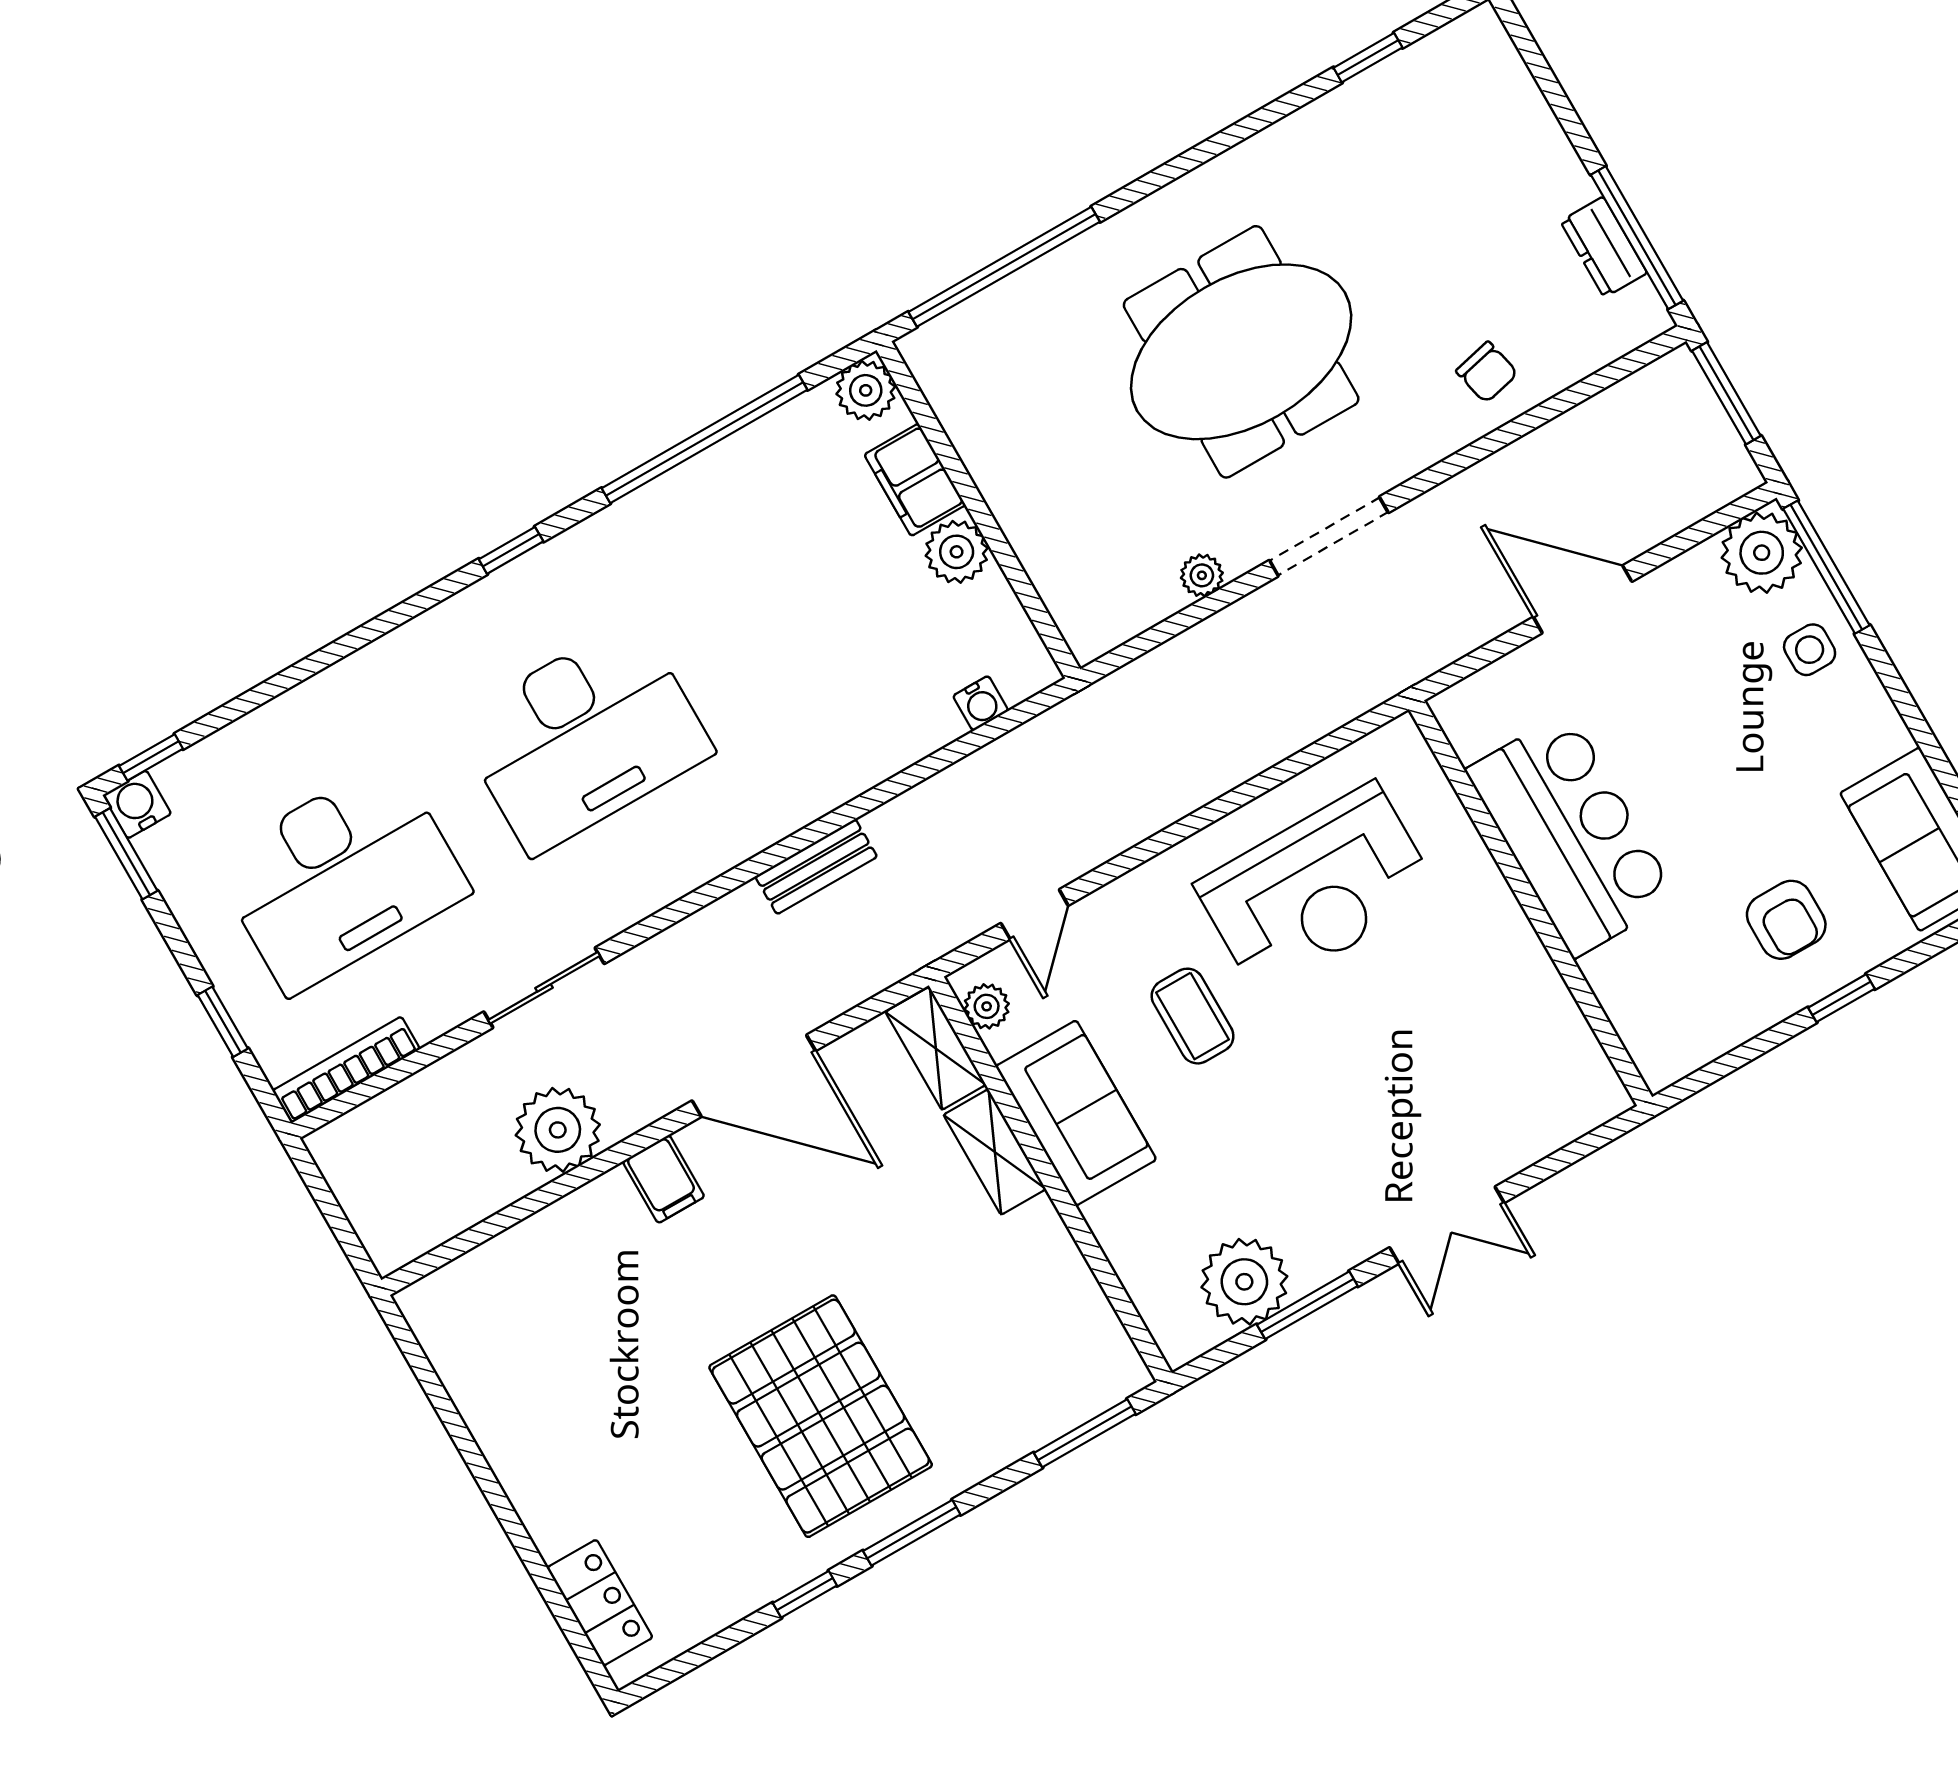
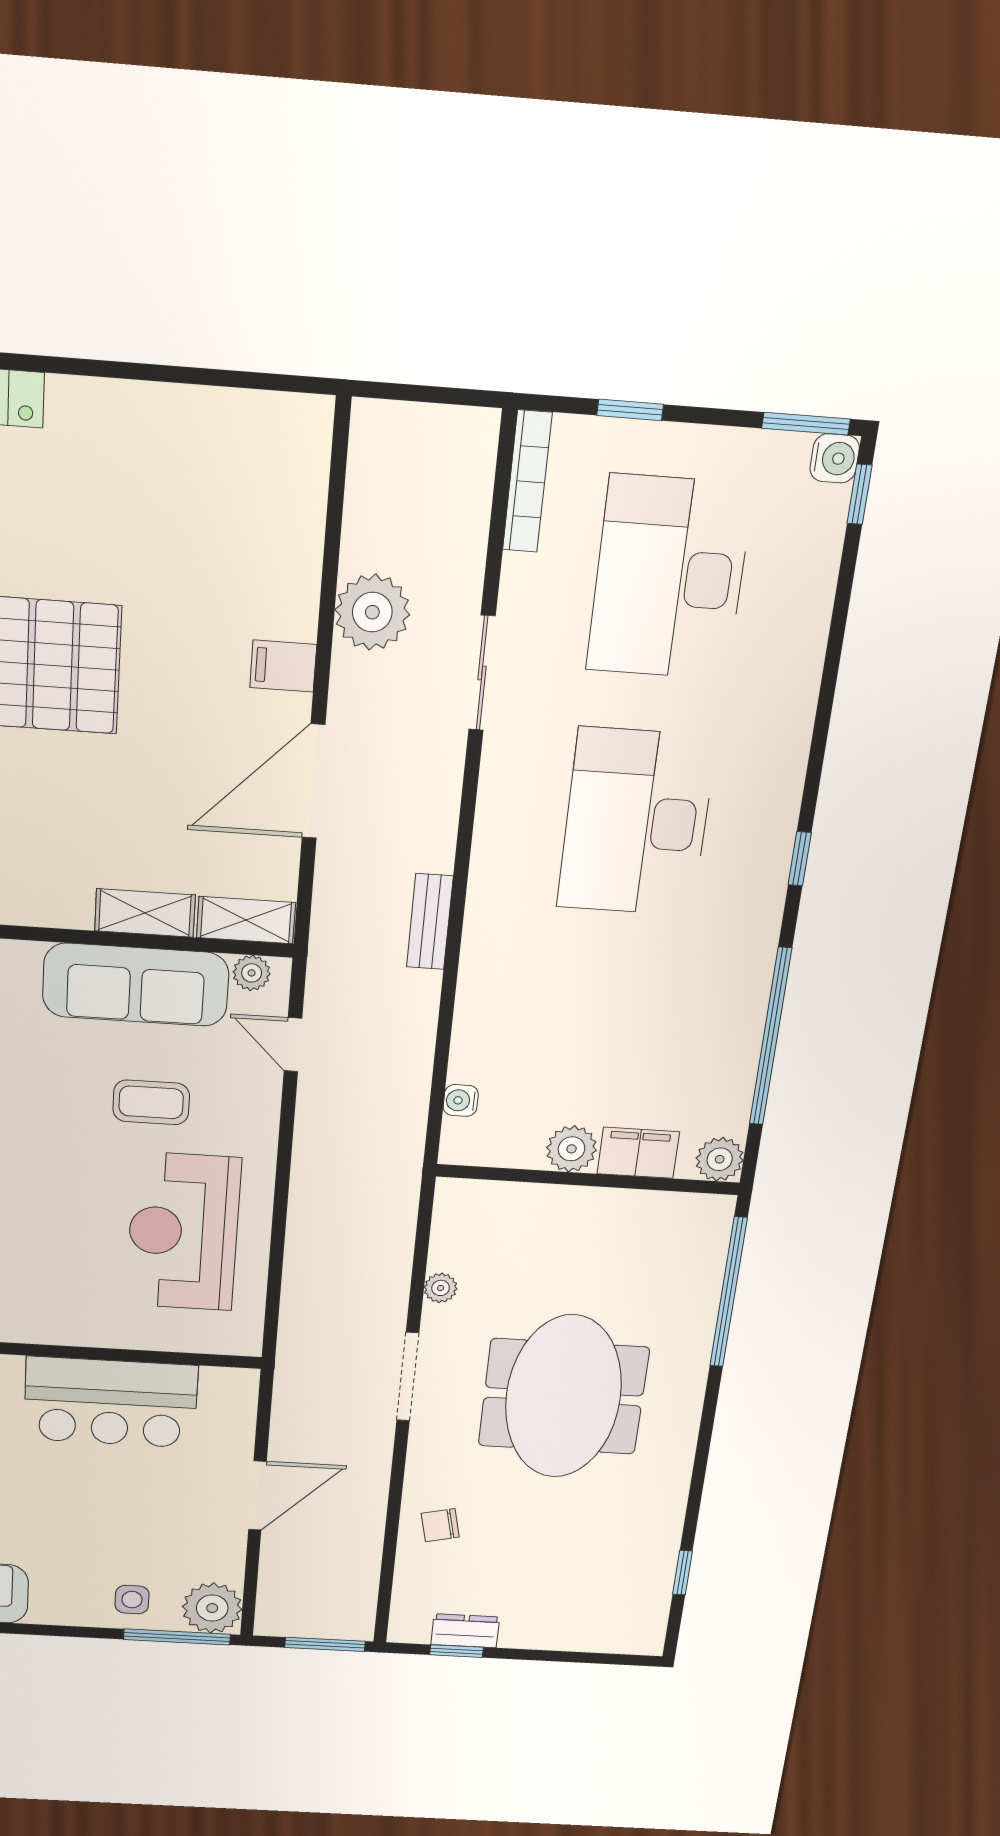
window: (1637, 238) -> (457, 1651), width x0.46
sofa: (1076, 1113) -> (136, 985), width x1.36

